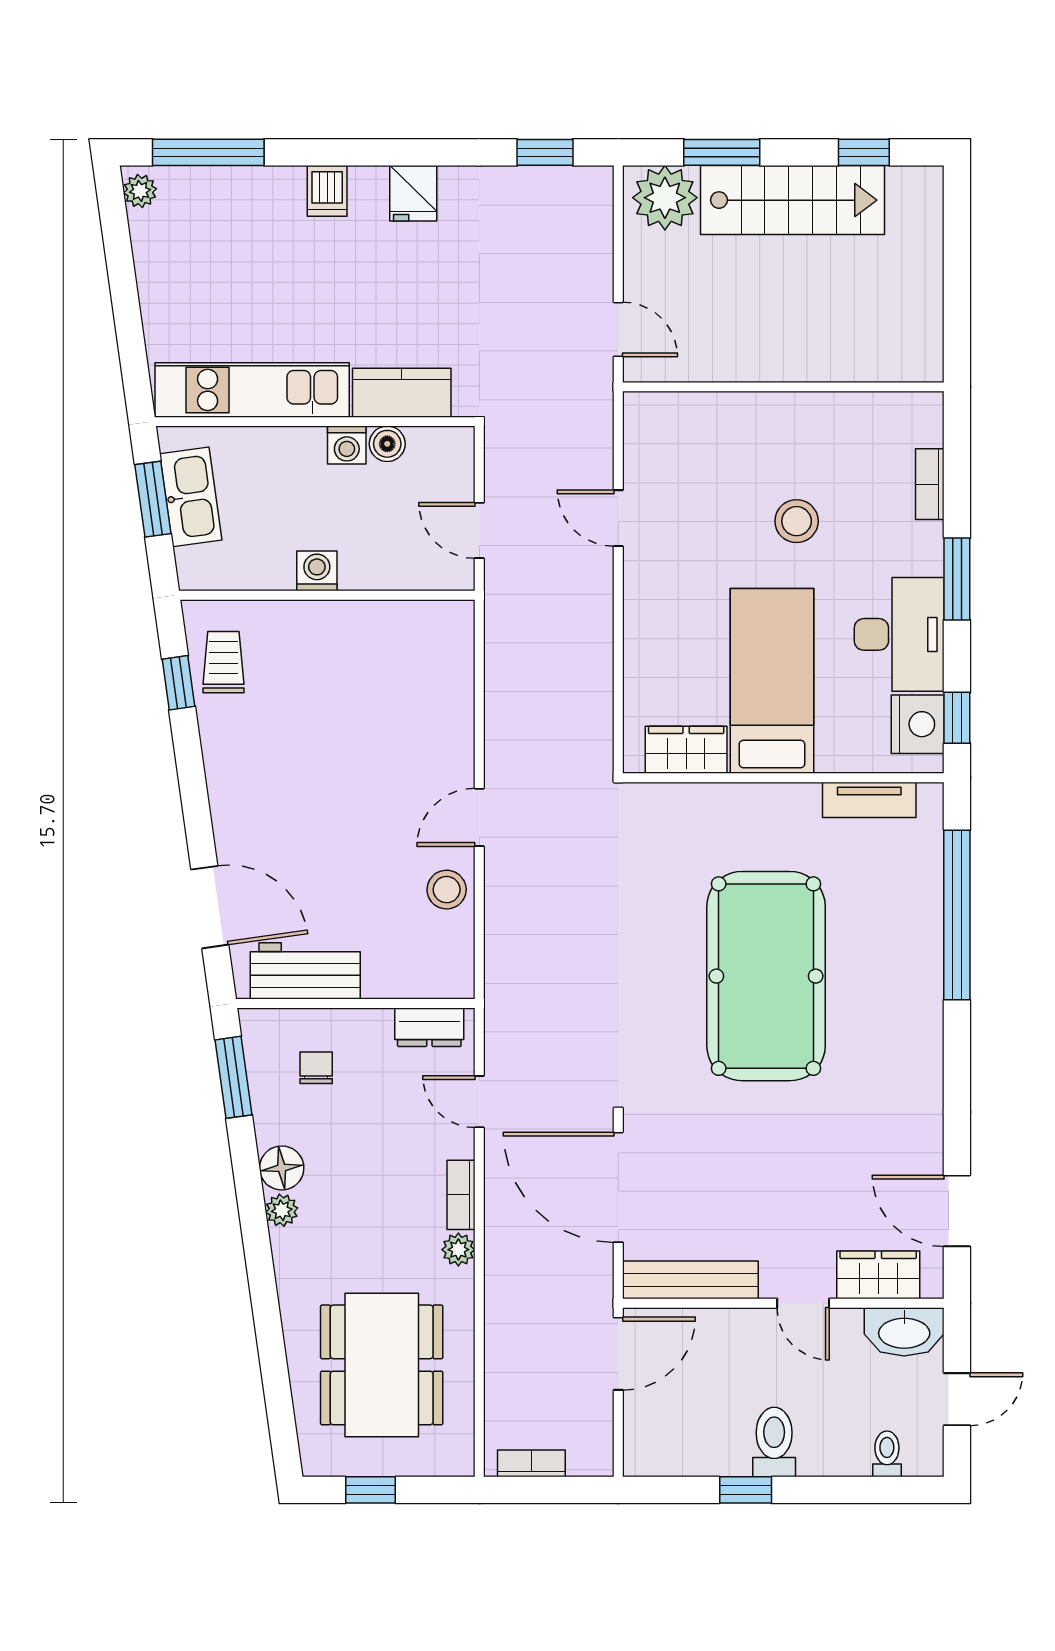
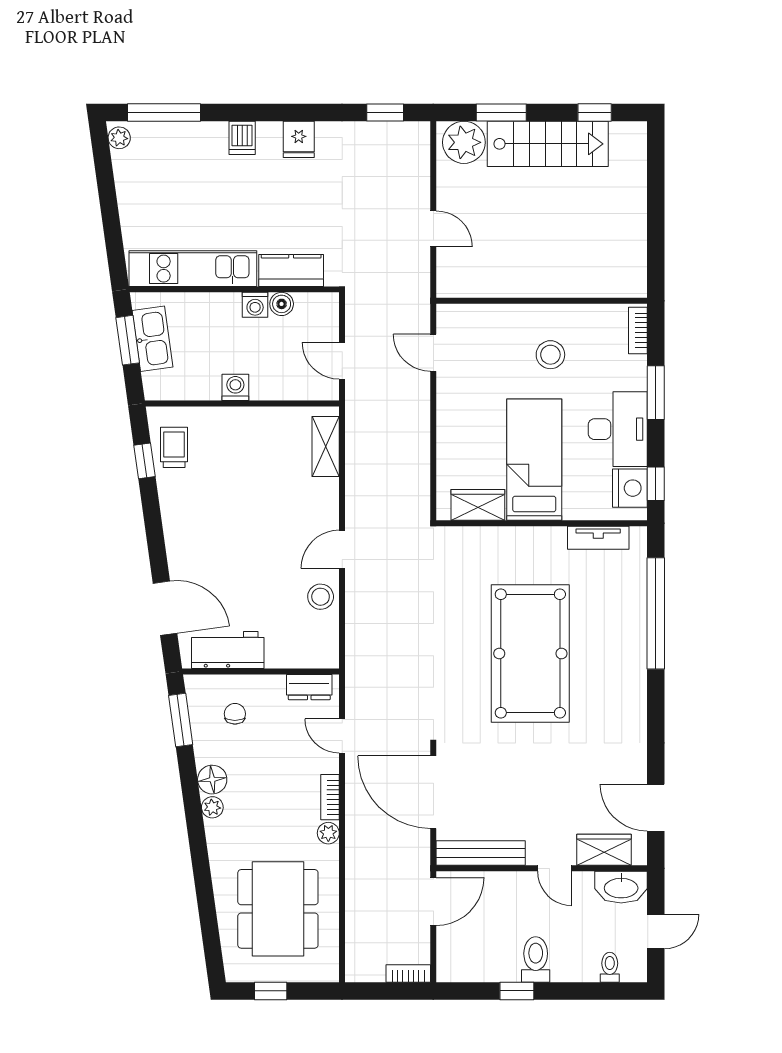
wall: (783, 387) -> (542, 301), moved
shelving: (454, 661) -> (326, 447), added
bookcase: (531, 1463) -> (408, 974), moved

